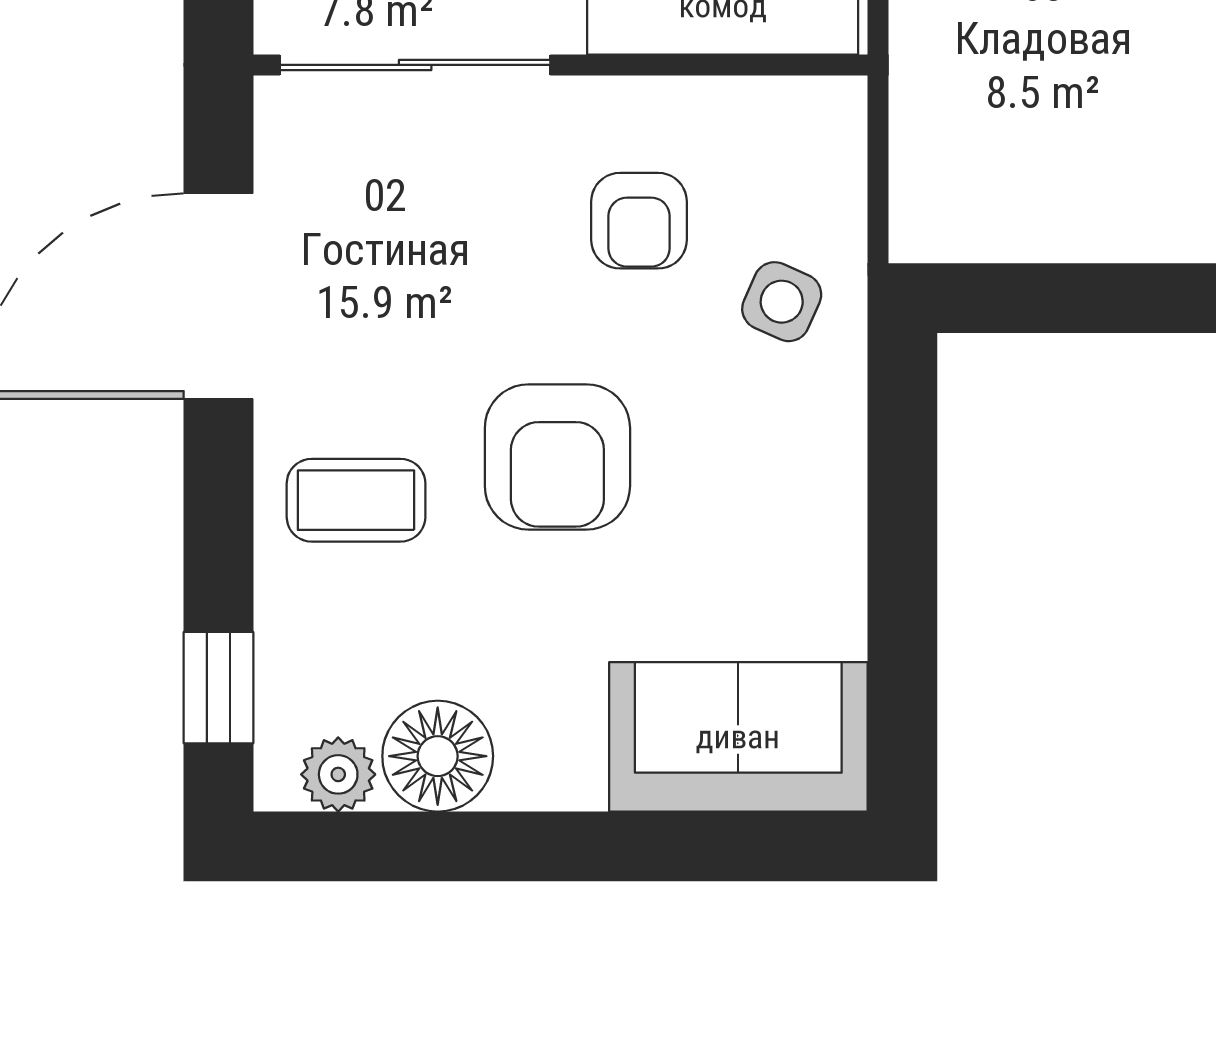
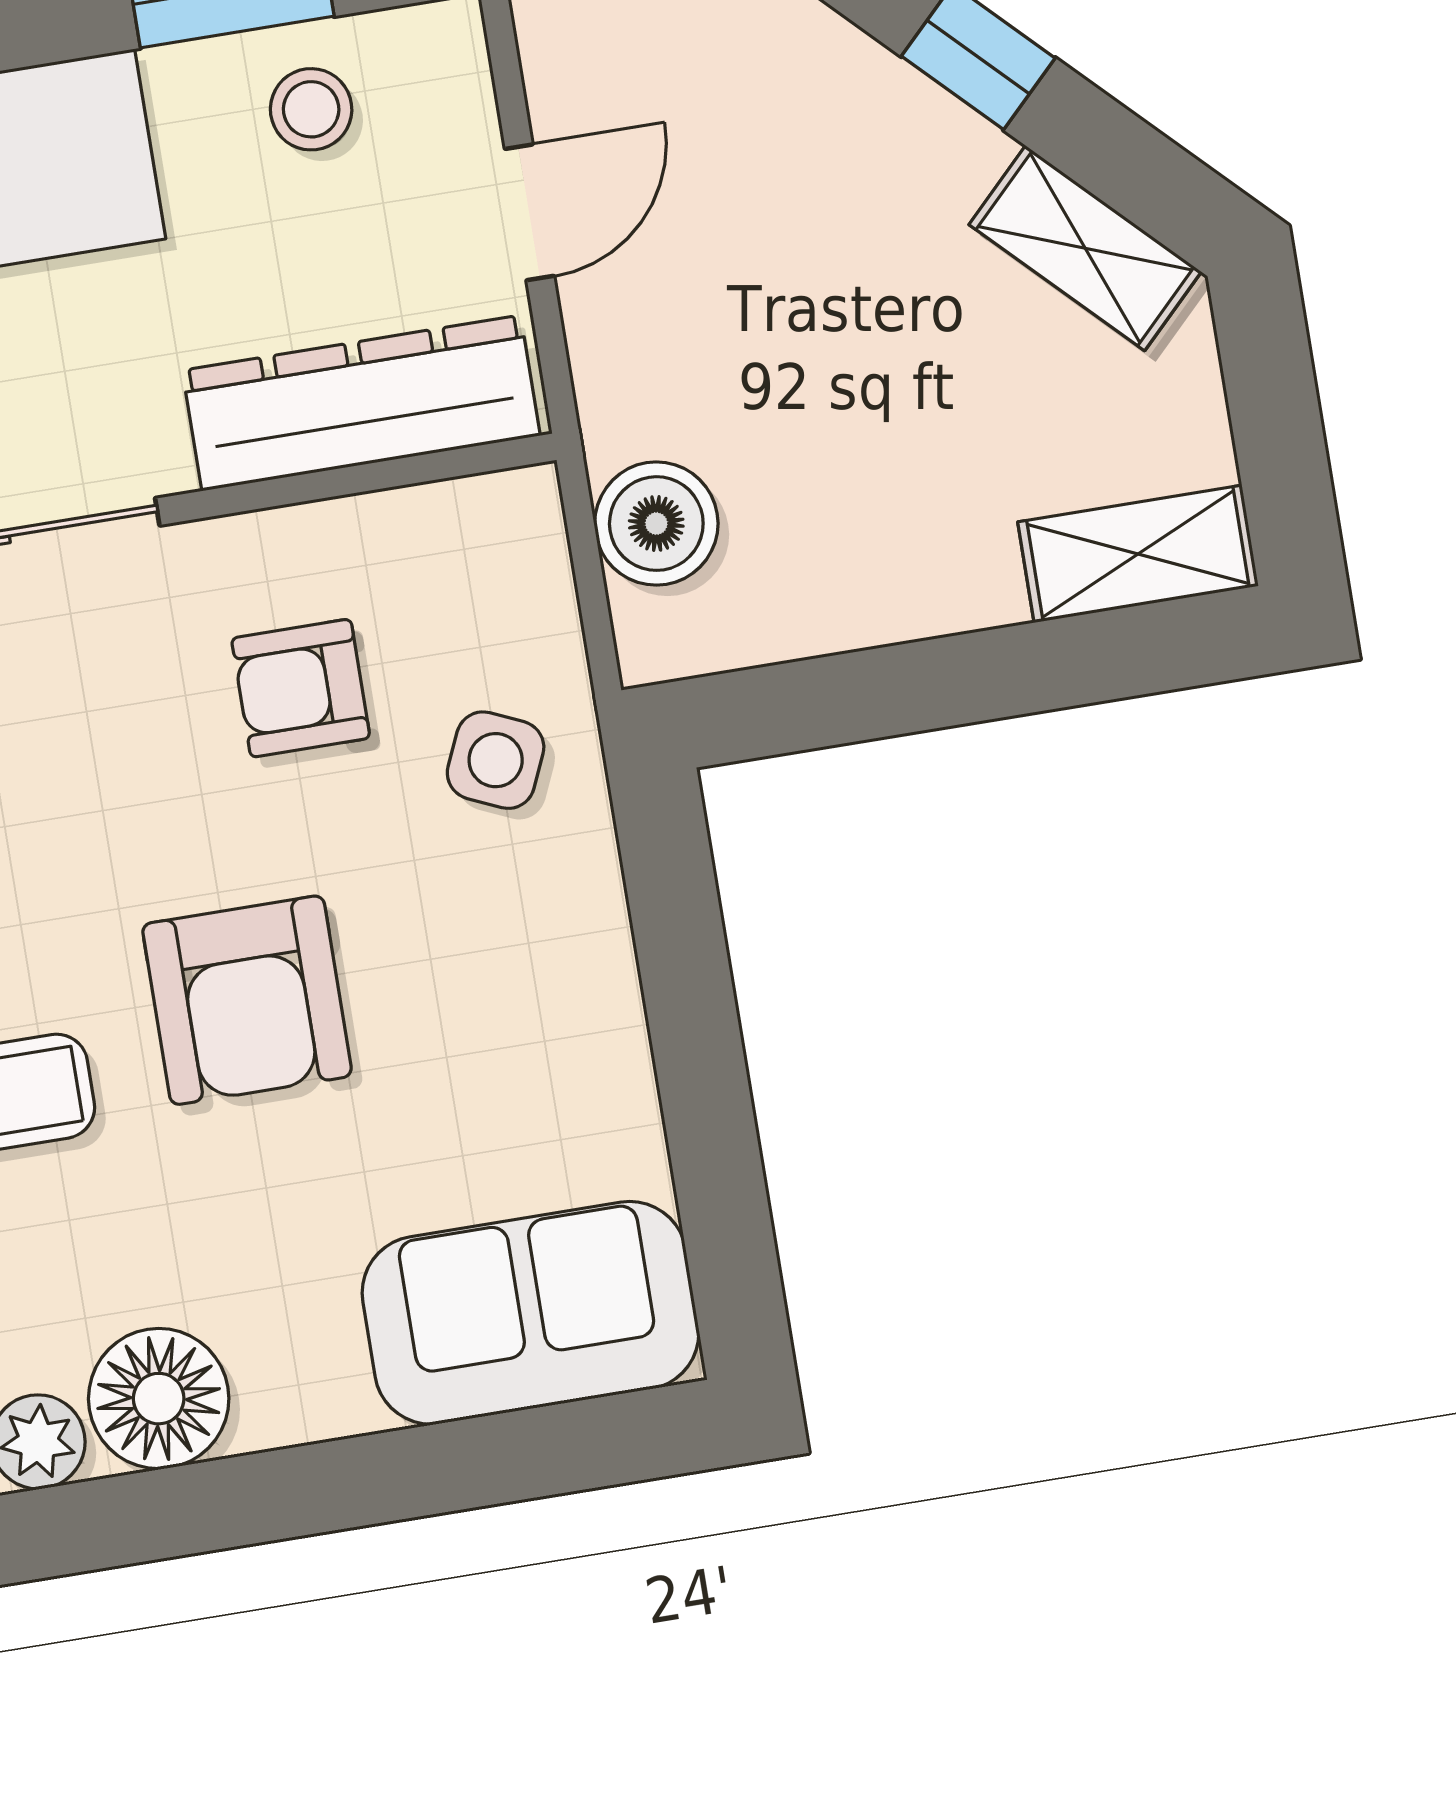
boiler: (937, 138) -> (656, 524), added
armchair: (639, 221) -> (301, 688), turned 90

